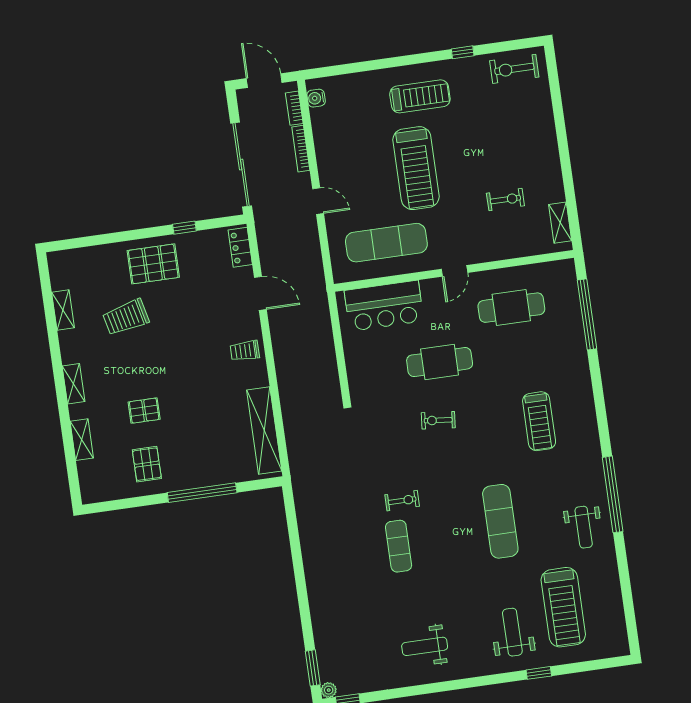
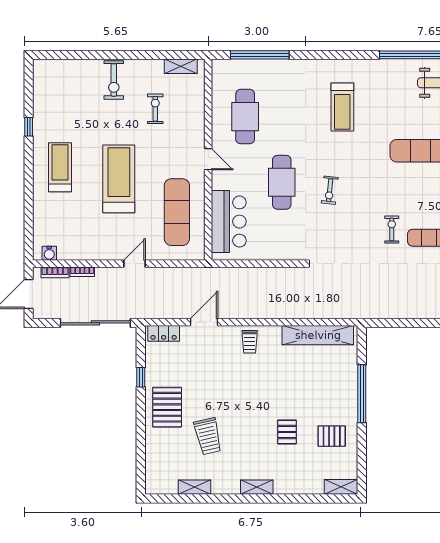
exercise bike: (514, 69) -> (114, 80), moved
bookcase: (301, 149) -> (82, 272), width x0.64
treadmill: (416, 168) -> (119, 179), turned -90
treadmill: (539, 421) -> (342, 107), turned 90
shelving: (82, 440) -> (341, 487), moved

